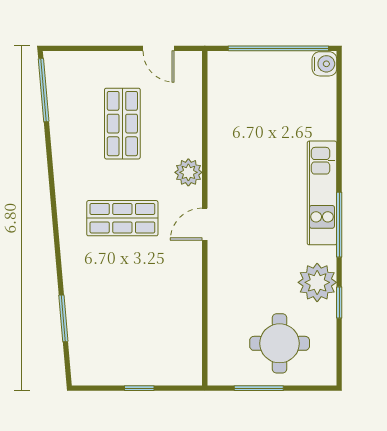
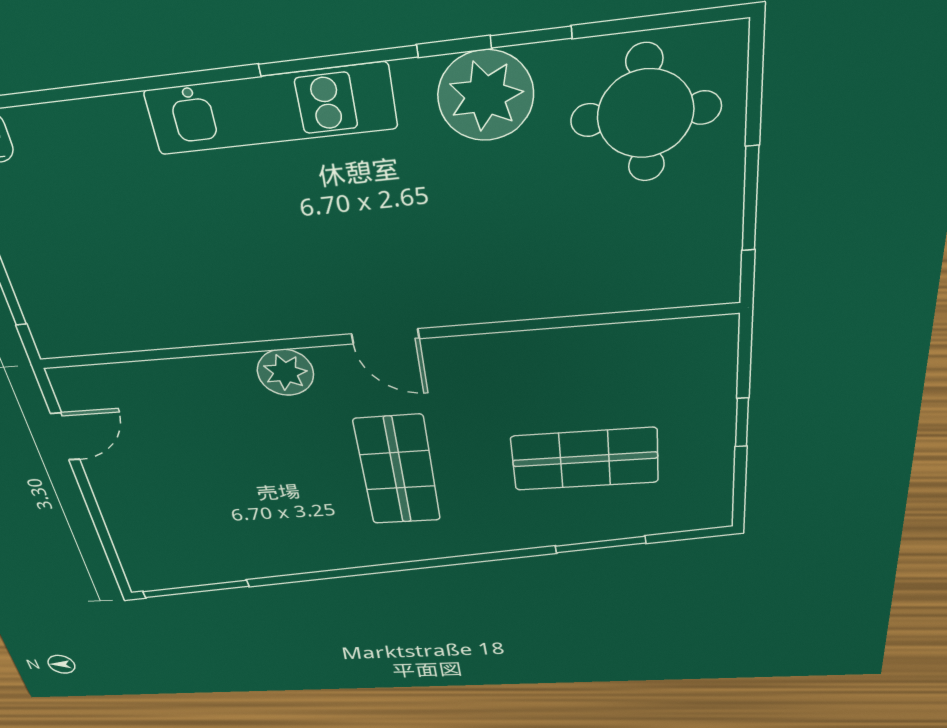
shop shelf: (122, 124) -> (585, 459), moved
round table: (280, 343) -> (645, 114), moved

